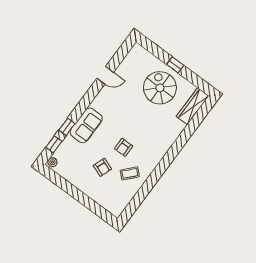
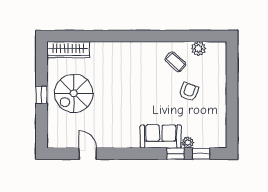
door: (105, 75) -> (88, 154), moved
armchair: (124, 147) -> (155, 86), removed
plant: (52, 162) -> (188, 142), moved
plant: (127, 196) -> (198, 49), added

